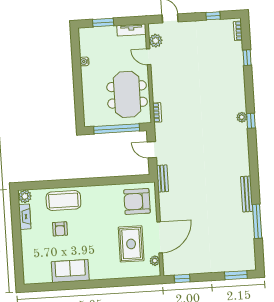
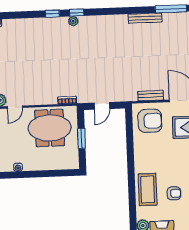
window: (247, 58) -> (52, 14), moved
window: (117, 129) -> (81, 138), width x0.47
bench: (162, 179) -> (151, 96), moved
armchair: (137, 201) -> (150, 121), turned -90

